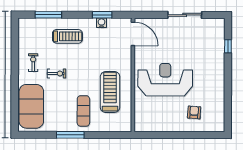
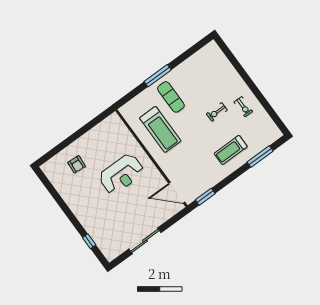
window: (102, 15) -> (205, 197), moved
water cooler: (101, 23) -> (210, 183), removed
reception desk: (165, 80) -> (121, 174), width x0.74, depth x0.77
exercise mat: (31, 106) -> (218, 69), removed
window: (70, 135) -> (158, 76), moved

